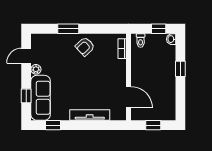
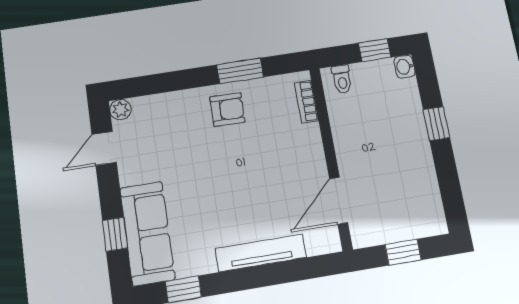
window: (68, 29) -> (240, 71), moved
armchair: (85, 46) -> (227, 110), turned -136
plant: (36, 69) -> (121, 110), moved
door: (129, 97) -> (339, 201), swing flipped

